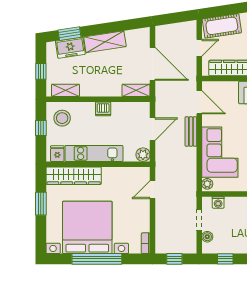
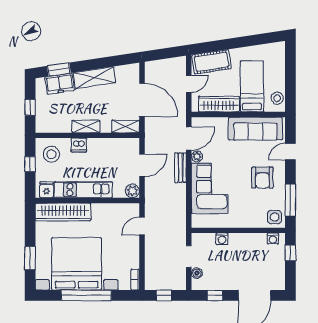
shelving: (65, 90) -> (86, 127), moved
door: (199, 102) -> (189, 138), hinge flipped
dishwasher: (103, 109) -> (79, 145), moved
plant: (207, 184) -> (197, 156), moved
washing machine: (218, 202) -> (222, 239), moved
window: (41, 204) -> (30, 258), moved

